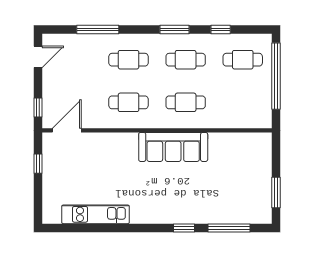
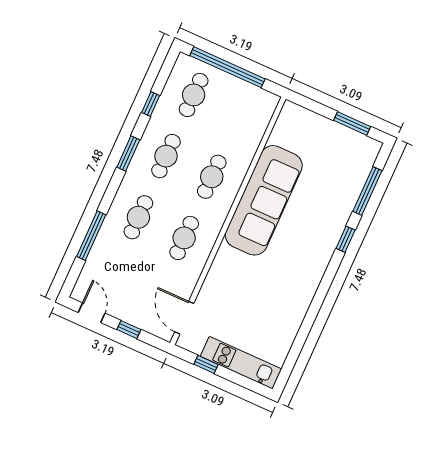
window: (38, 107) -> (129, 330), moved
sofa: (173, 147) -> (264, 200), width x1.36, depth x1.27
kitchen unit: (96, 214) -> (241, 363), moved, turned 90

